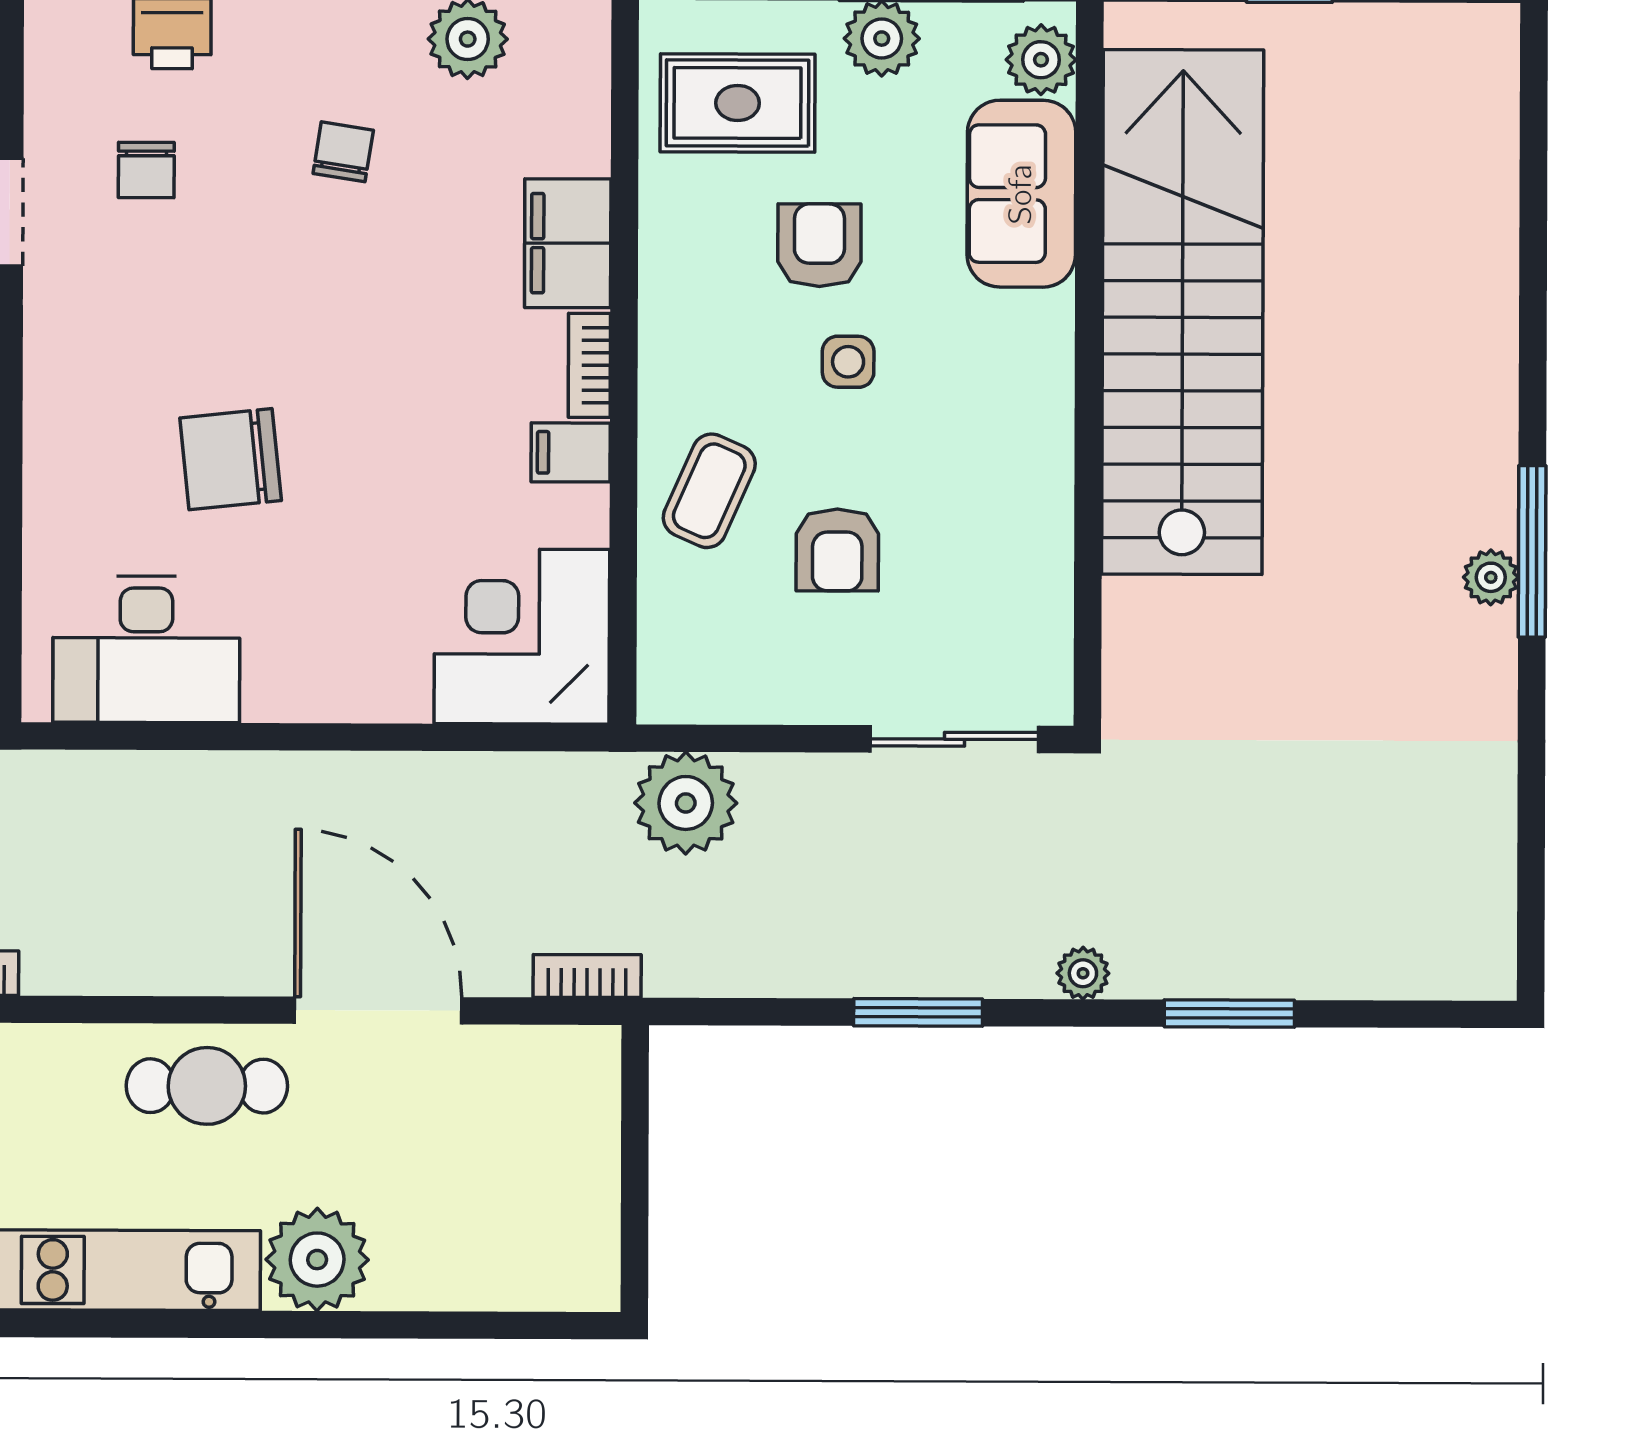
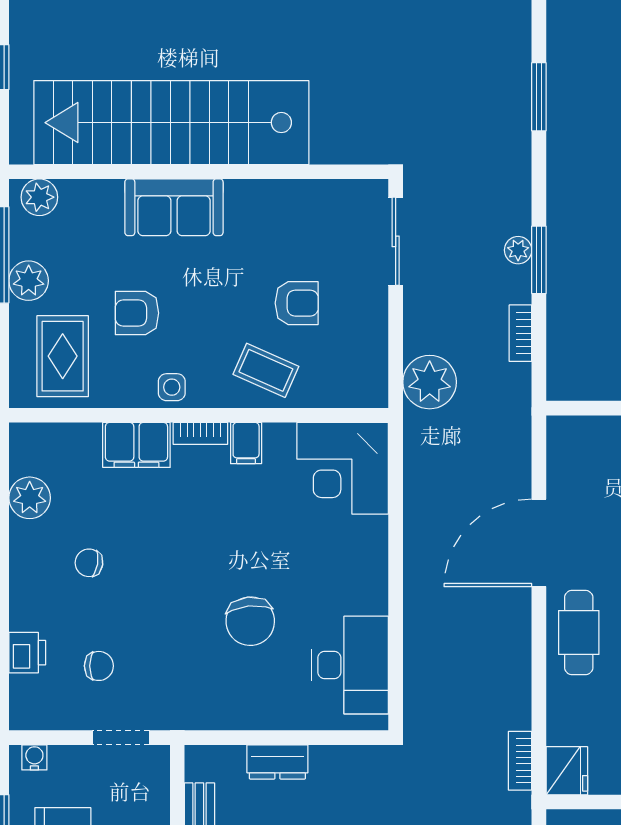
sofa: (1021, 194) -> (174, 207), moved
side table: (848, 362) -> (172, 387), moved
plant: (1083, 973) -> (518, 250), moved
bookcase: (587, 976) -> (520, 333), moved

